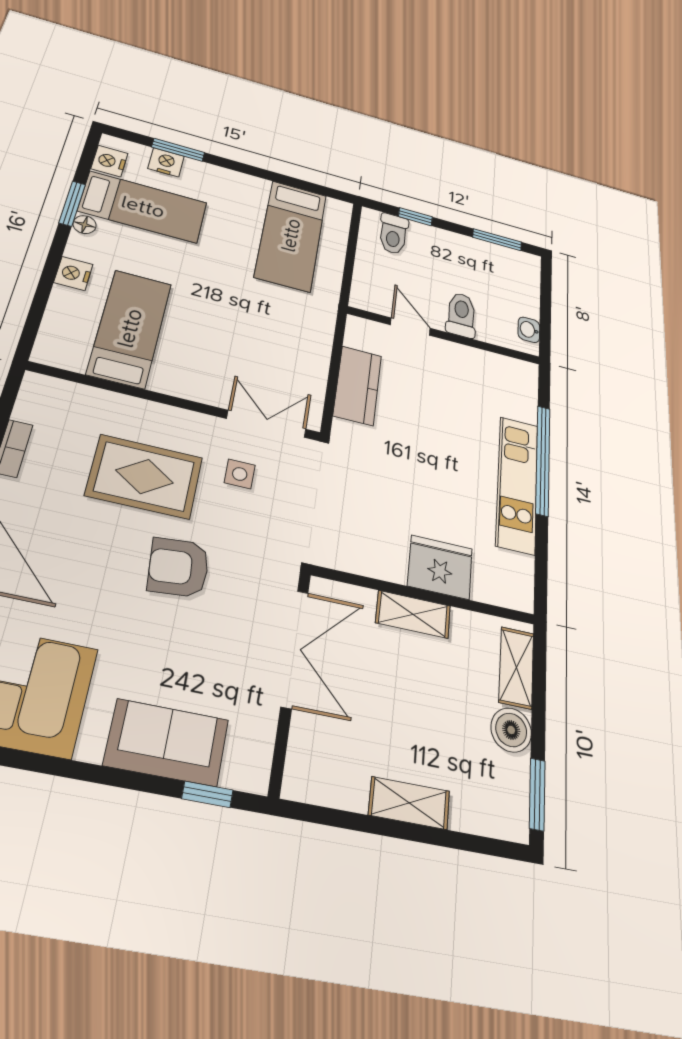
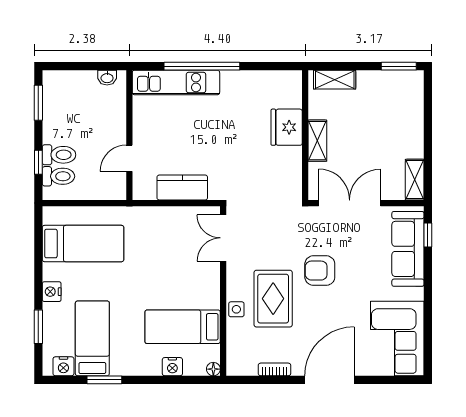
nightstand: (166, 162) -> (52, 292), moved
floor lamp: (85, 225) -> (213, 369), moved
nightstand: (73, 273) -> (172, 367), moved
toilet: (461, 315) -> (59, 155), moved, turned 180
side table: (240, 474) -> (236, 309), moved
kitchen unit: (517, 484) -> (176, 83), moved
armchair: (179, 567) -> (320, 271), turned 95
boiler: (511, 730) -> (369, 82), removed
sofa: (167, 742) -> (408, 249), width x1.36
shelving: (409, 803) -> (415, 180), moved

